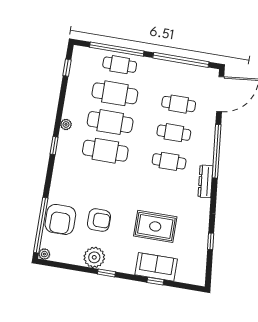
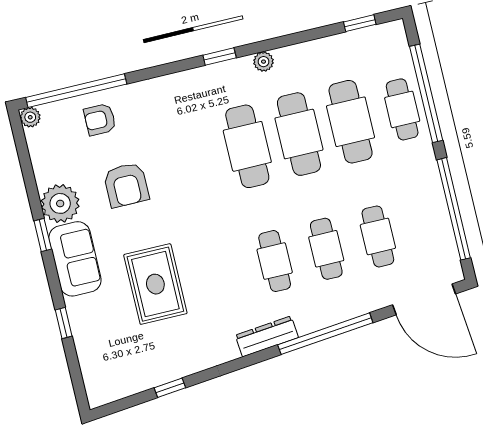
armchair: (60, 219) -> (100, 120), width x0.53, depth x0.53
sofa: (156, 267) -> (75, 259), moved

